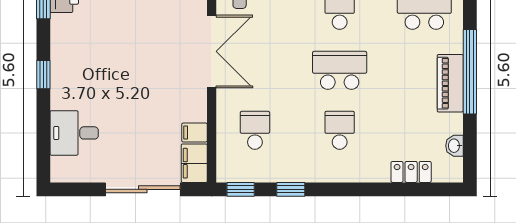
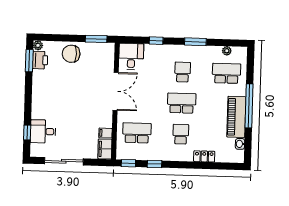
window: (43, 75) -> (27, 132), moved
piano: (450, 83) -> (236, 117), width x1.37, depth x1.33
school desk: (255, 130) -> (137, 133), width x1.85
locker: (411, 172) -> (204, 156), moved
sliding door: (143, 189) -> (64, 161), moved

